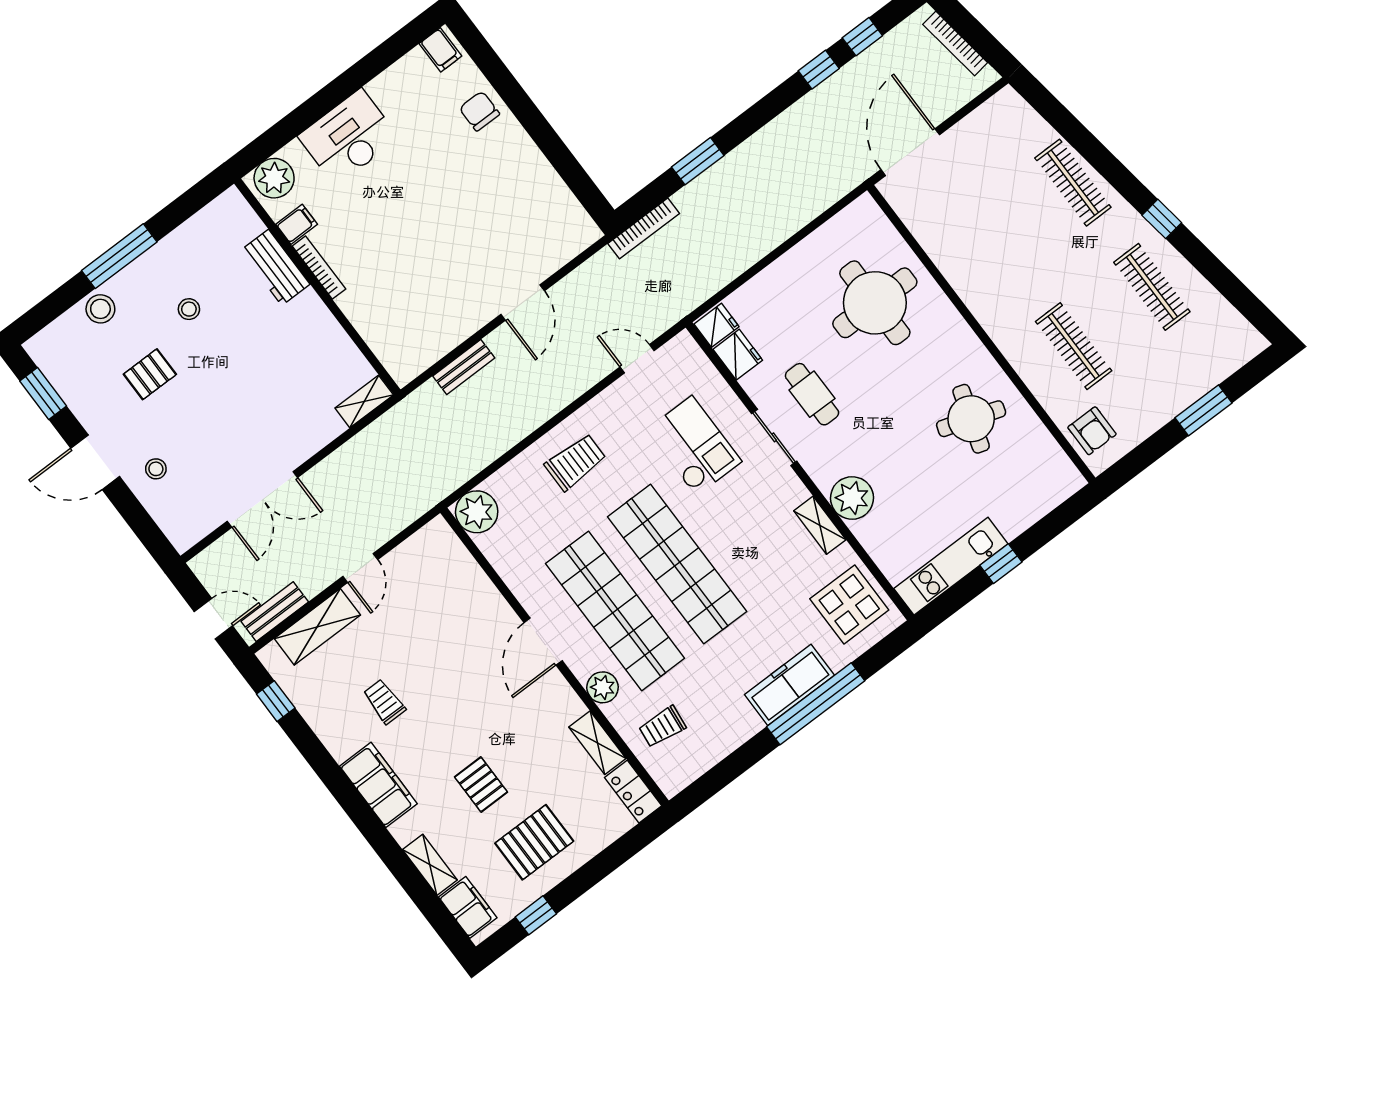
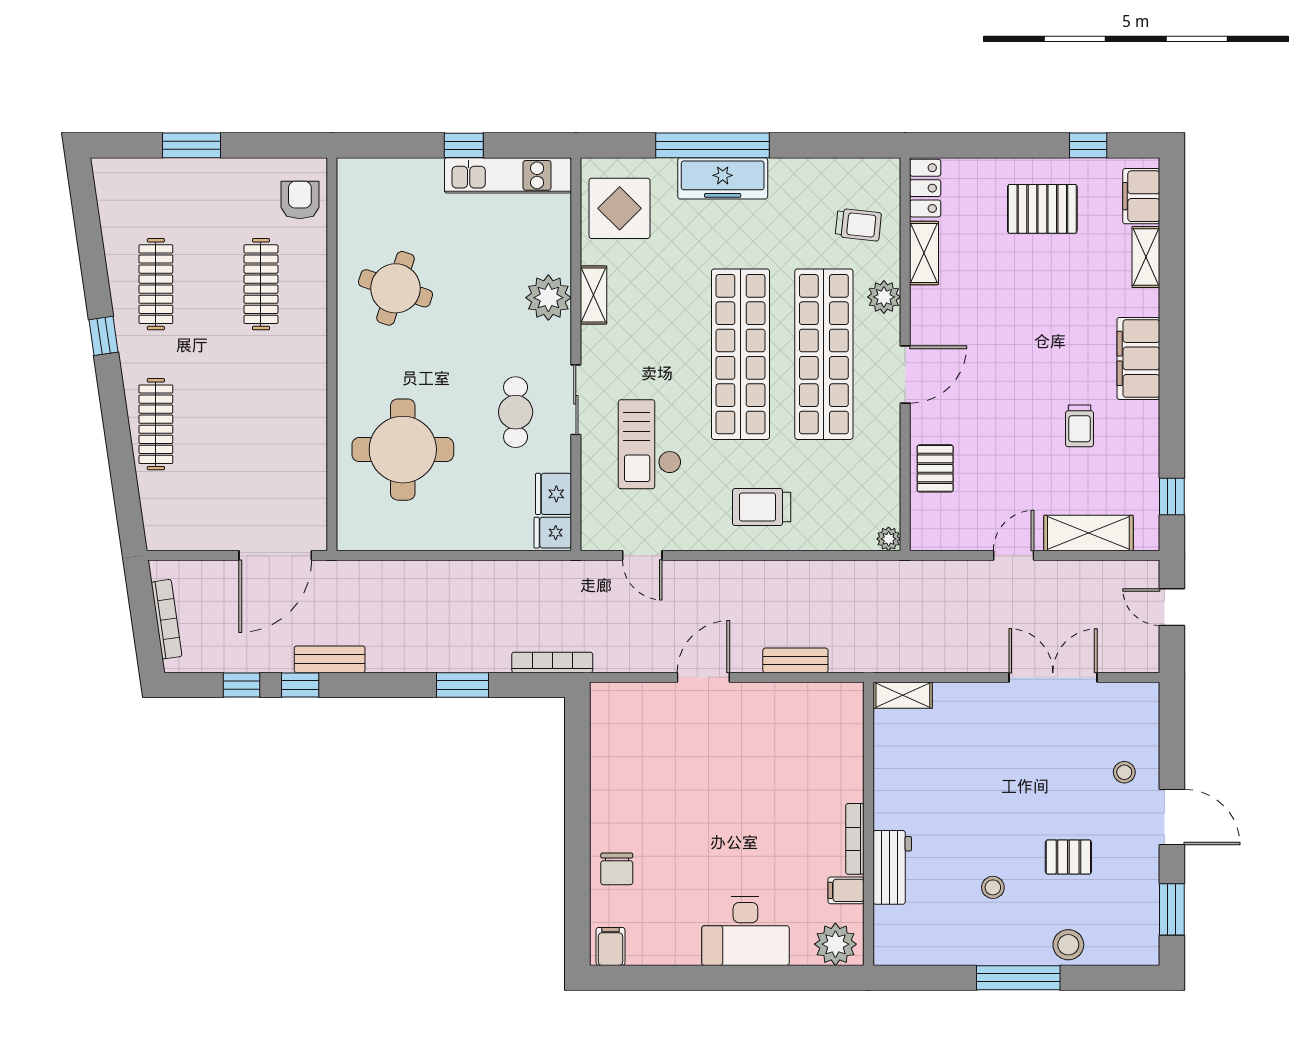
plant: (477, 512) -> (889, 539), width x0.53, depth x0.53
bench: (275, 612) -> (330, 659), moved
pallet: (481, 785) -> (935, 468), moved

